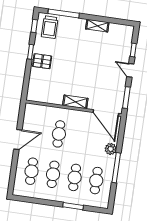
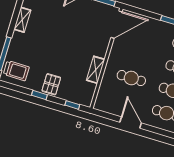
window: (34, 26) -> (72, 105), moved
shelving: (75, 102) -> (96, 70), moved
plant: (111, 149) -> (156, 25), removed

